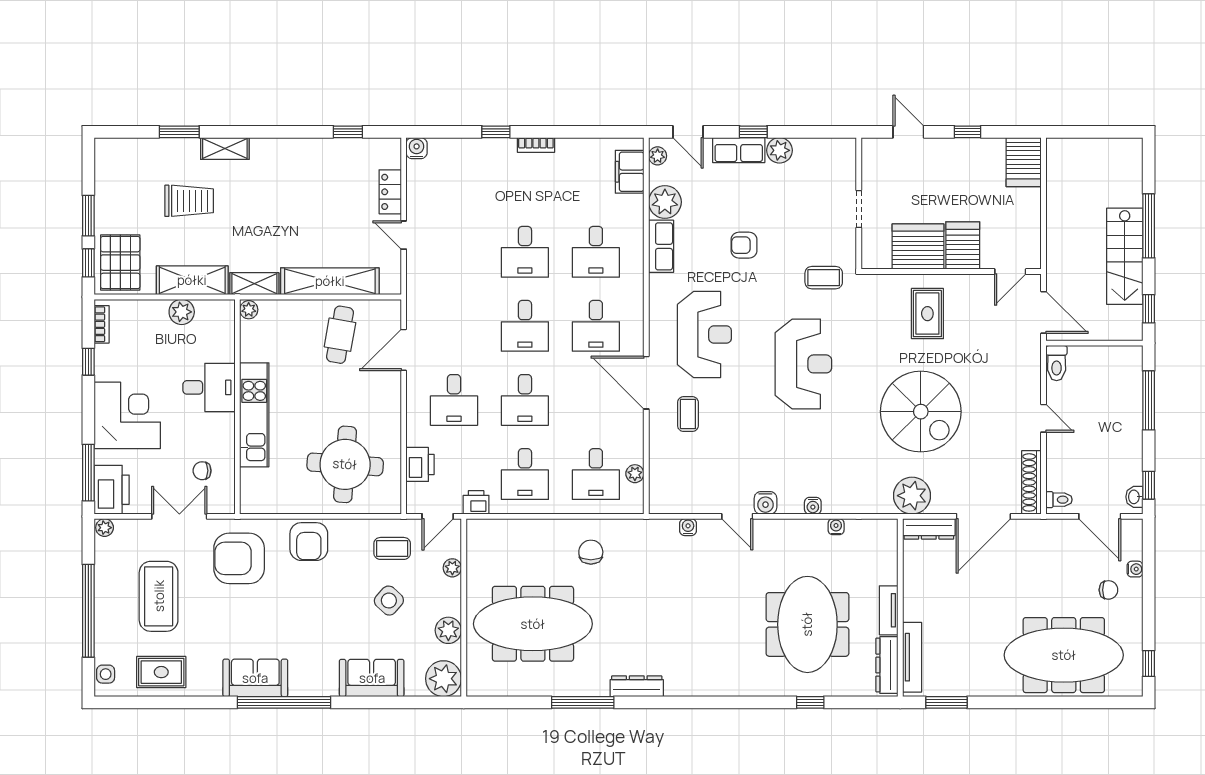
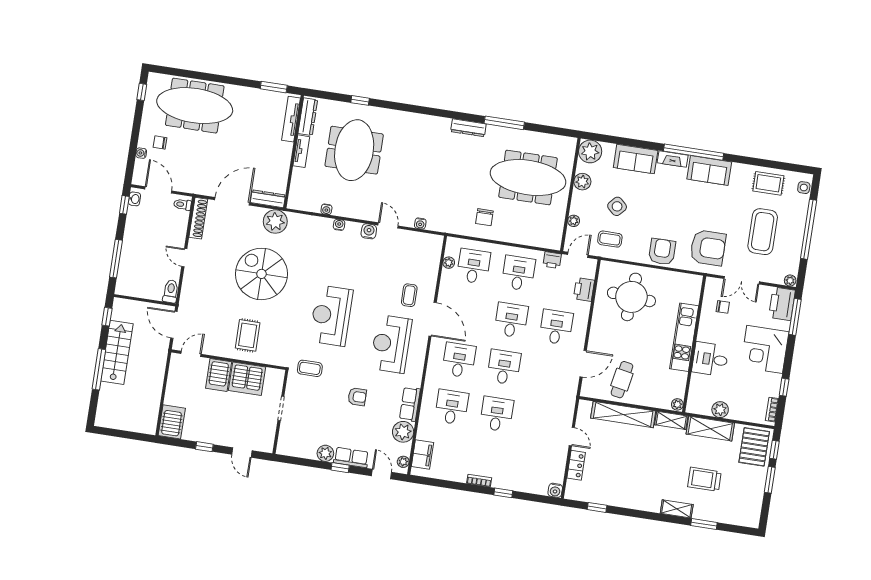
fireplace: (315, 687) -> (673, 159), added

